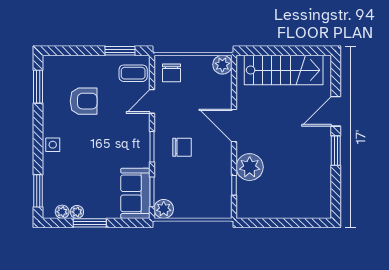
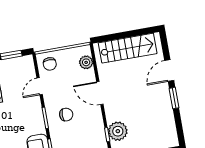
plant: (222, 65) -> (86, 62), moved
coffee table: (133, 73) -> (23, 69), removed
plant: (250, 167) -> (118, 131), moved

